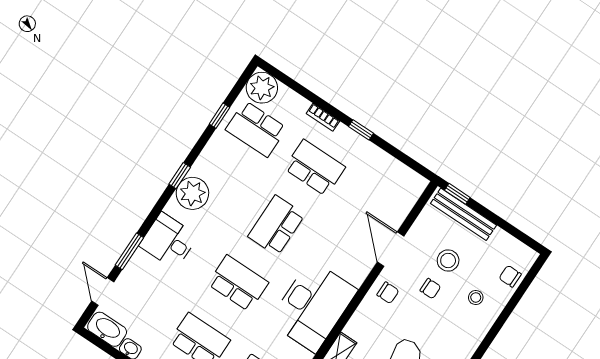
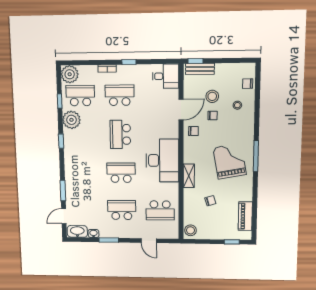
school desk: (256, 129) -> (80, 96), turned 180
plant: (192, 193) -> (71, 120), moved
bench: (464, 214) -> (200, 69), width x0.73
desk: (169, 241) -> (166, 76), moved, turned 180
door: (391, 249) -> (181, 109), swing flipped
door: (103, 292) -> (64, 216), hinge flipped

